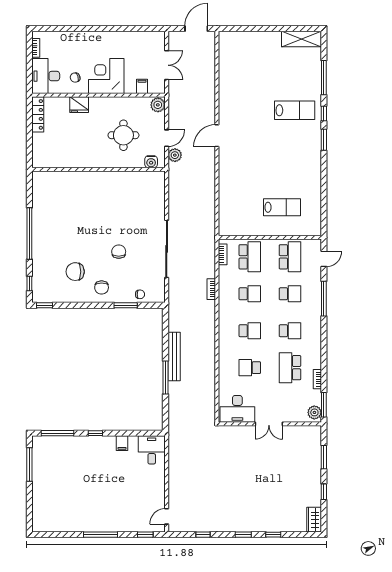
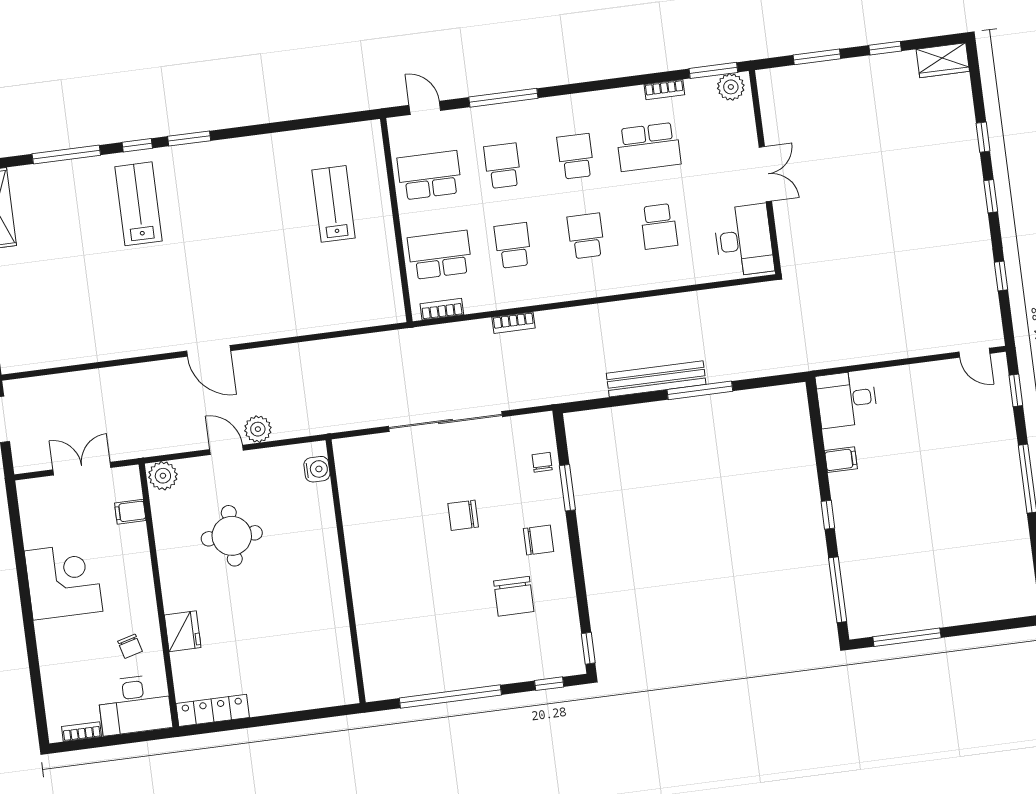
corner desk: (106, 76) -> (64, 581), moved, turned 180
water cooler: (151, 162) -> (317, 469), moved
wall: (98, 169) -> (346, 571), moved

